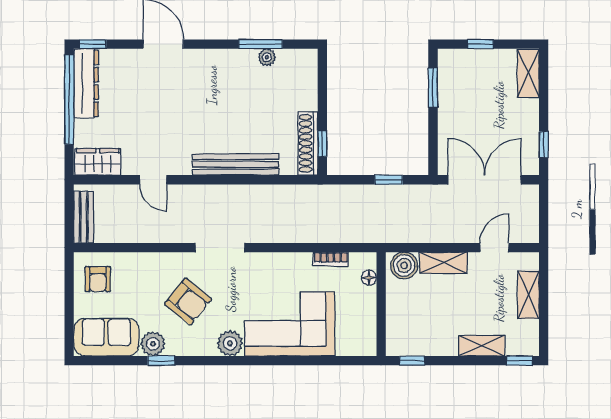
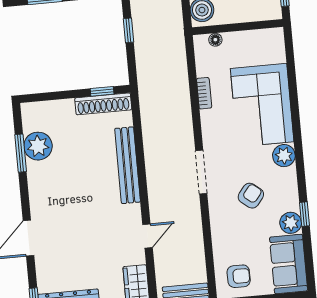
plant: (267, 57) -> (38, 146), width x1.88, depth x1.88
bookcase: (331, 259) -> (204, 93), moved
armchair: (188, 302) -> (251, 196), width x0.72, depth x0.72

